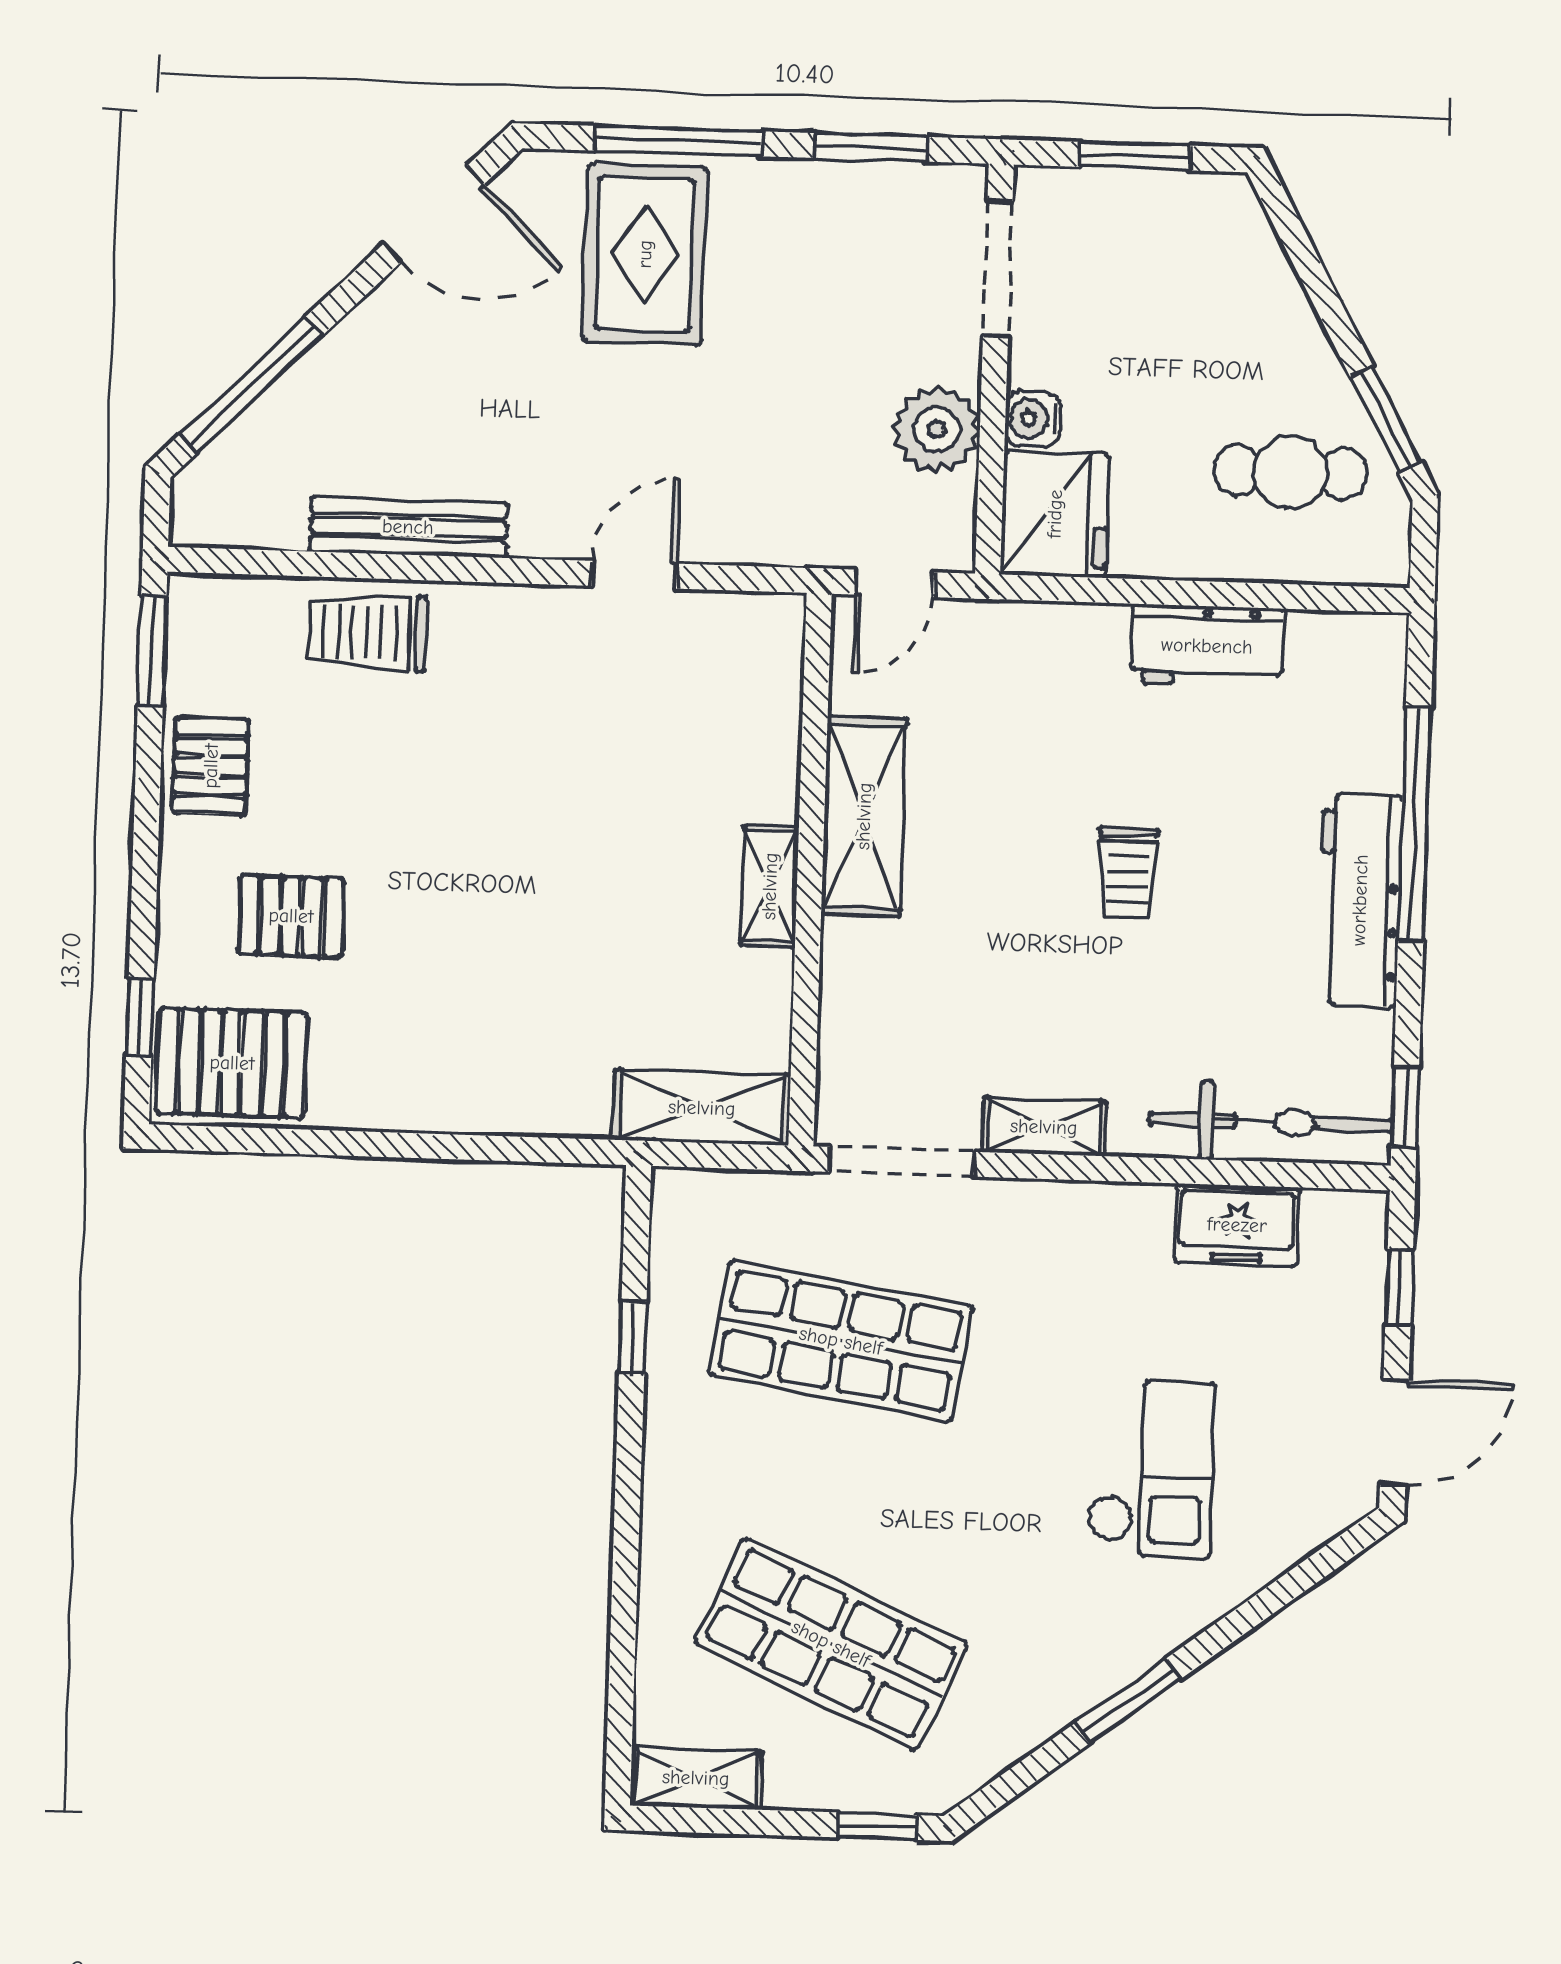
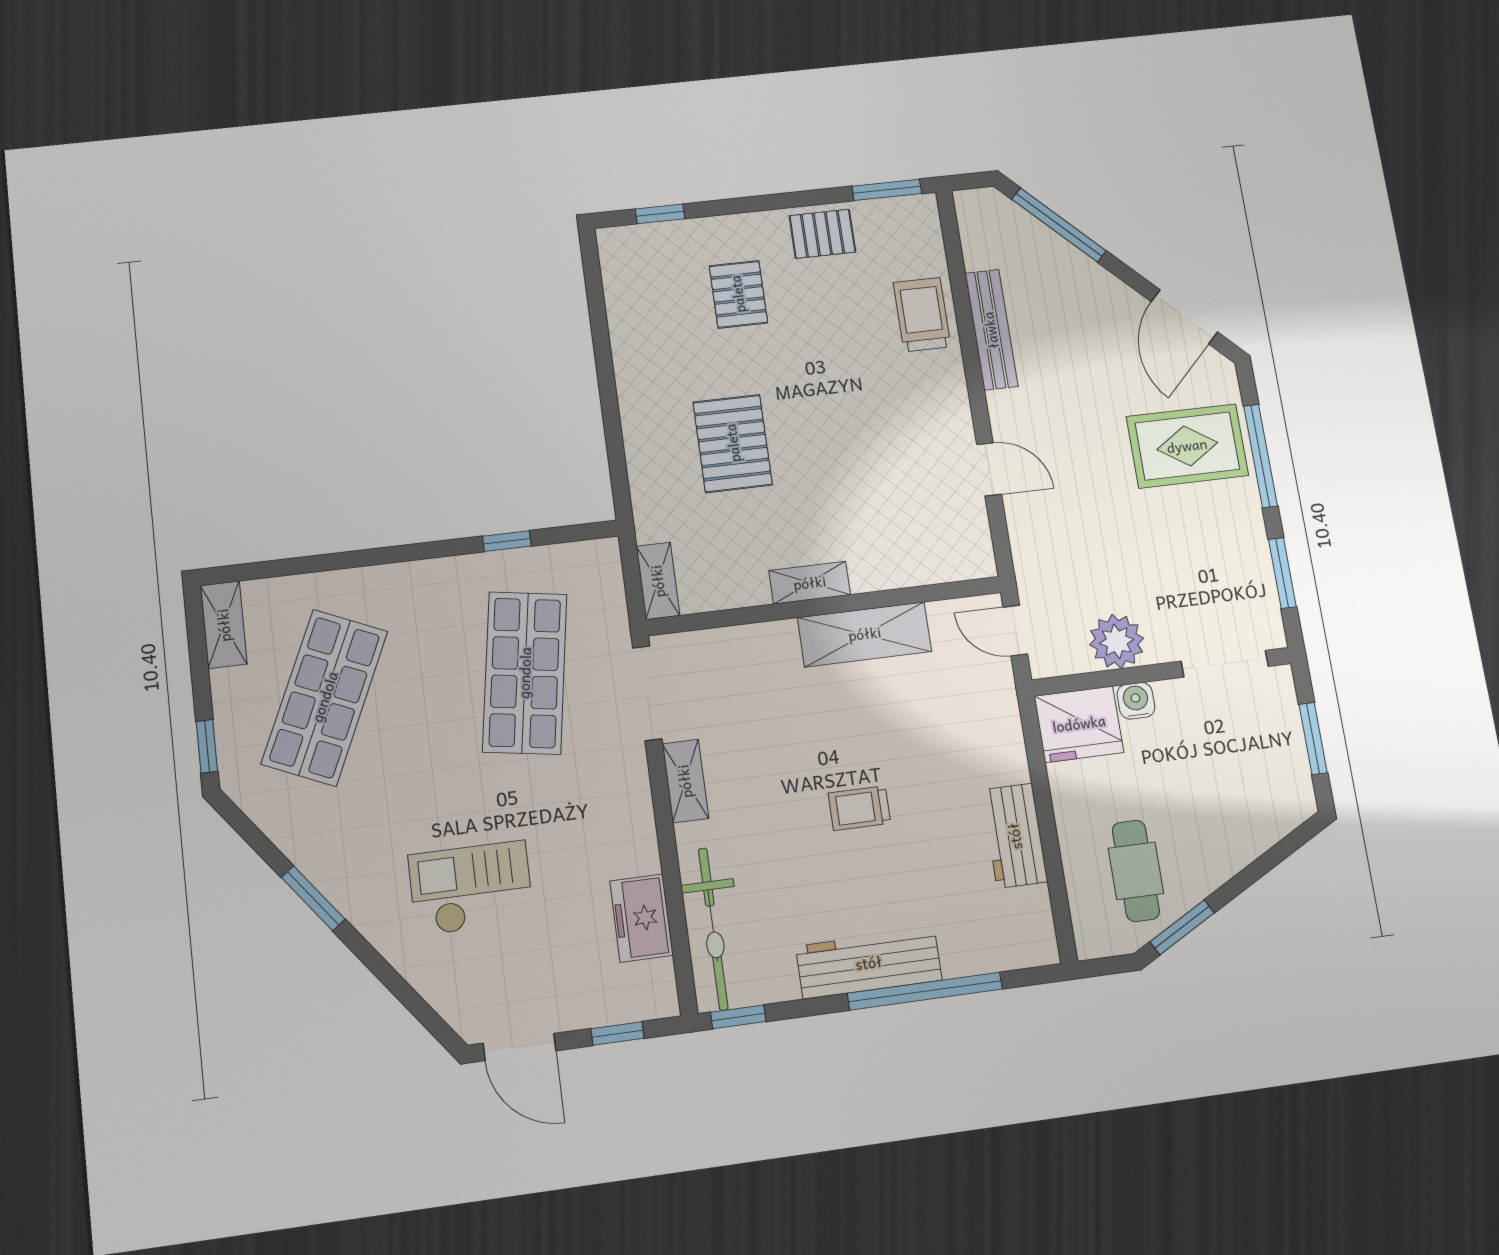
pallet: (232, 1063) -> (733, 443), moved
shelving: (702, 1108) -> (658, 581), width x0.67, depth x0.75
checkout: (1151, 1469) -> (471, 888), turned 180

